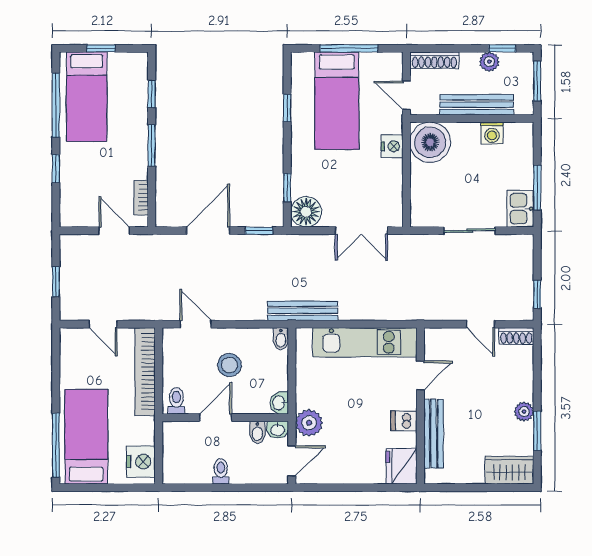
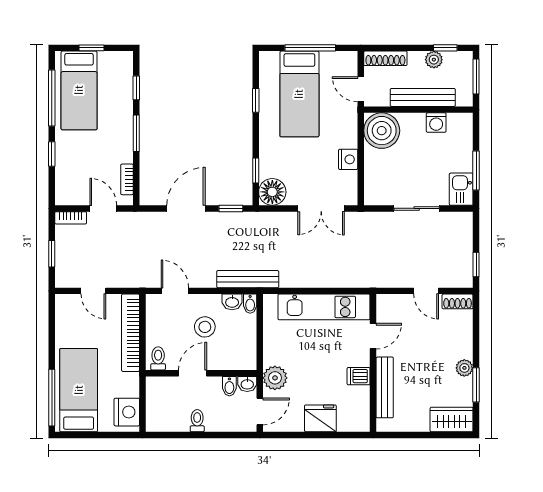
nightstand: (392, 146) -> (348, 159), moved
bookcase: (77, 241) -> (71, 218), added
bench: (303, 311) -> (248, 279), moved
washbasin: (279, 403) -> (232, 302), moved, turned -90
fridge: (401, 466) -> (320, 418), moved, turned 90

